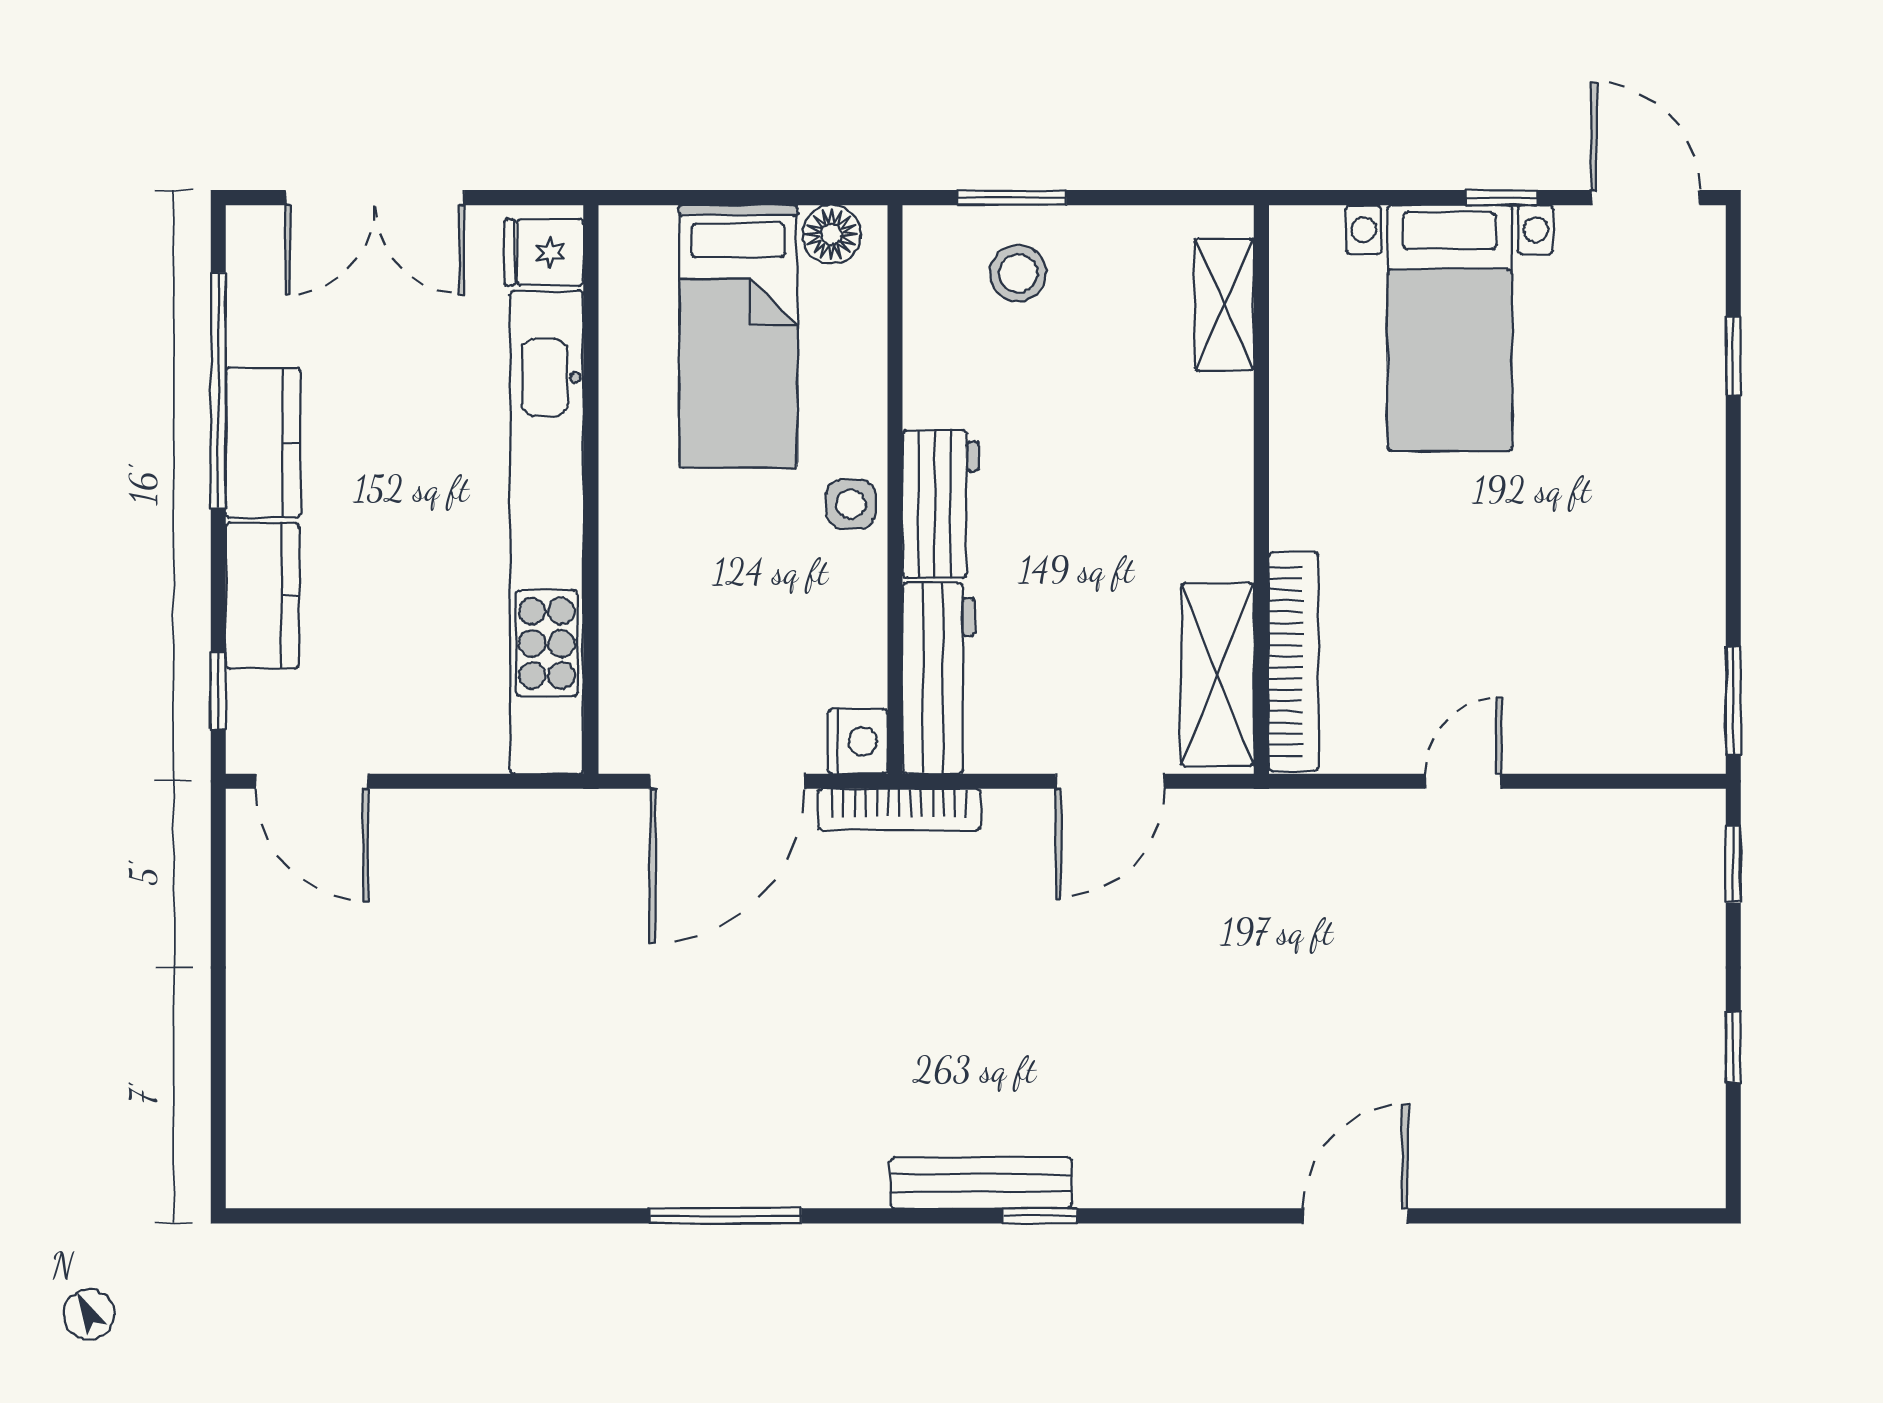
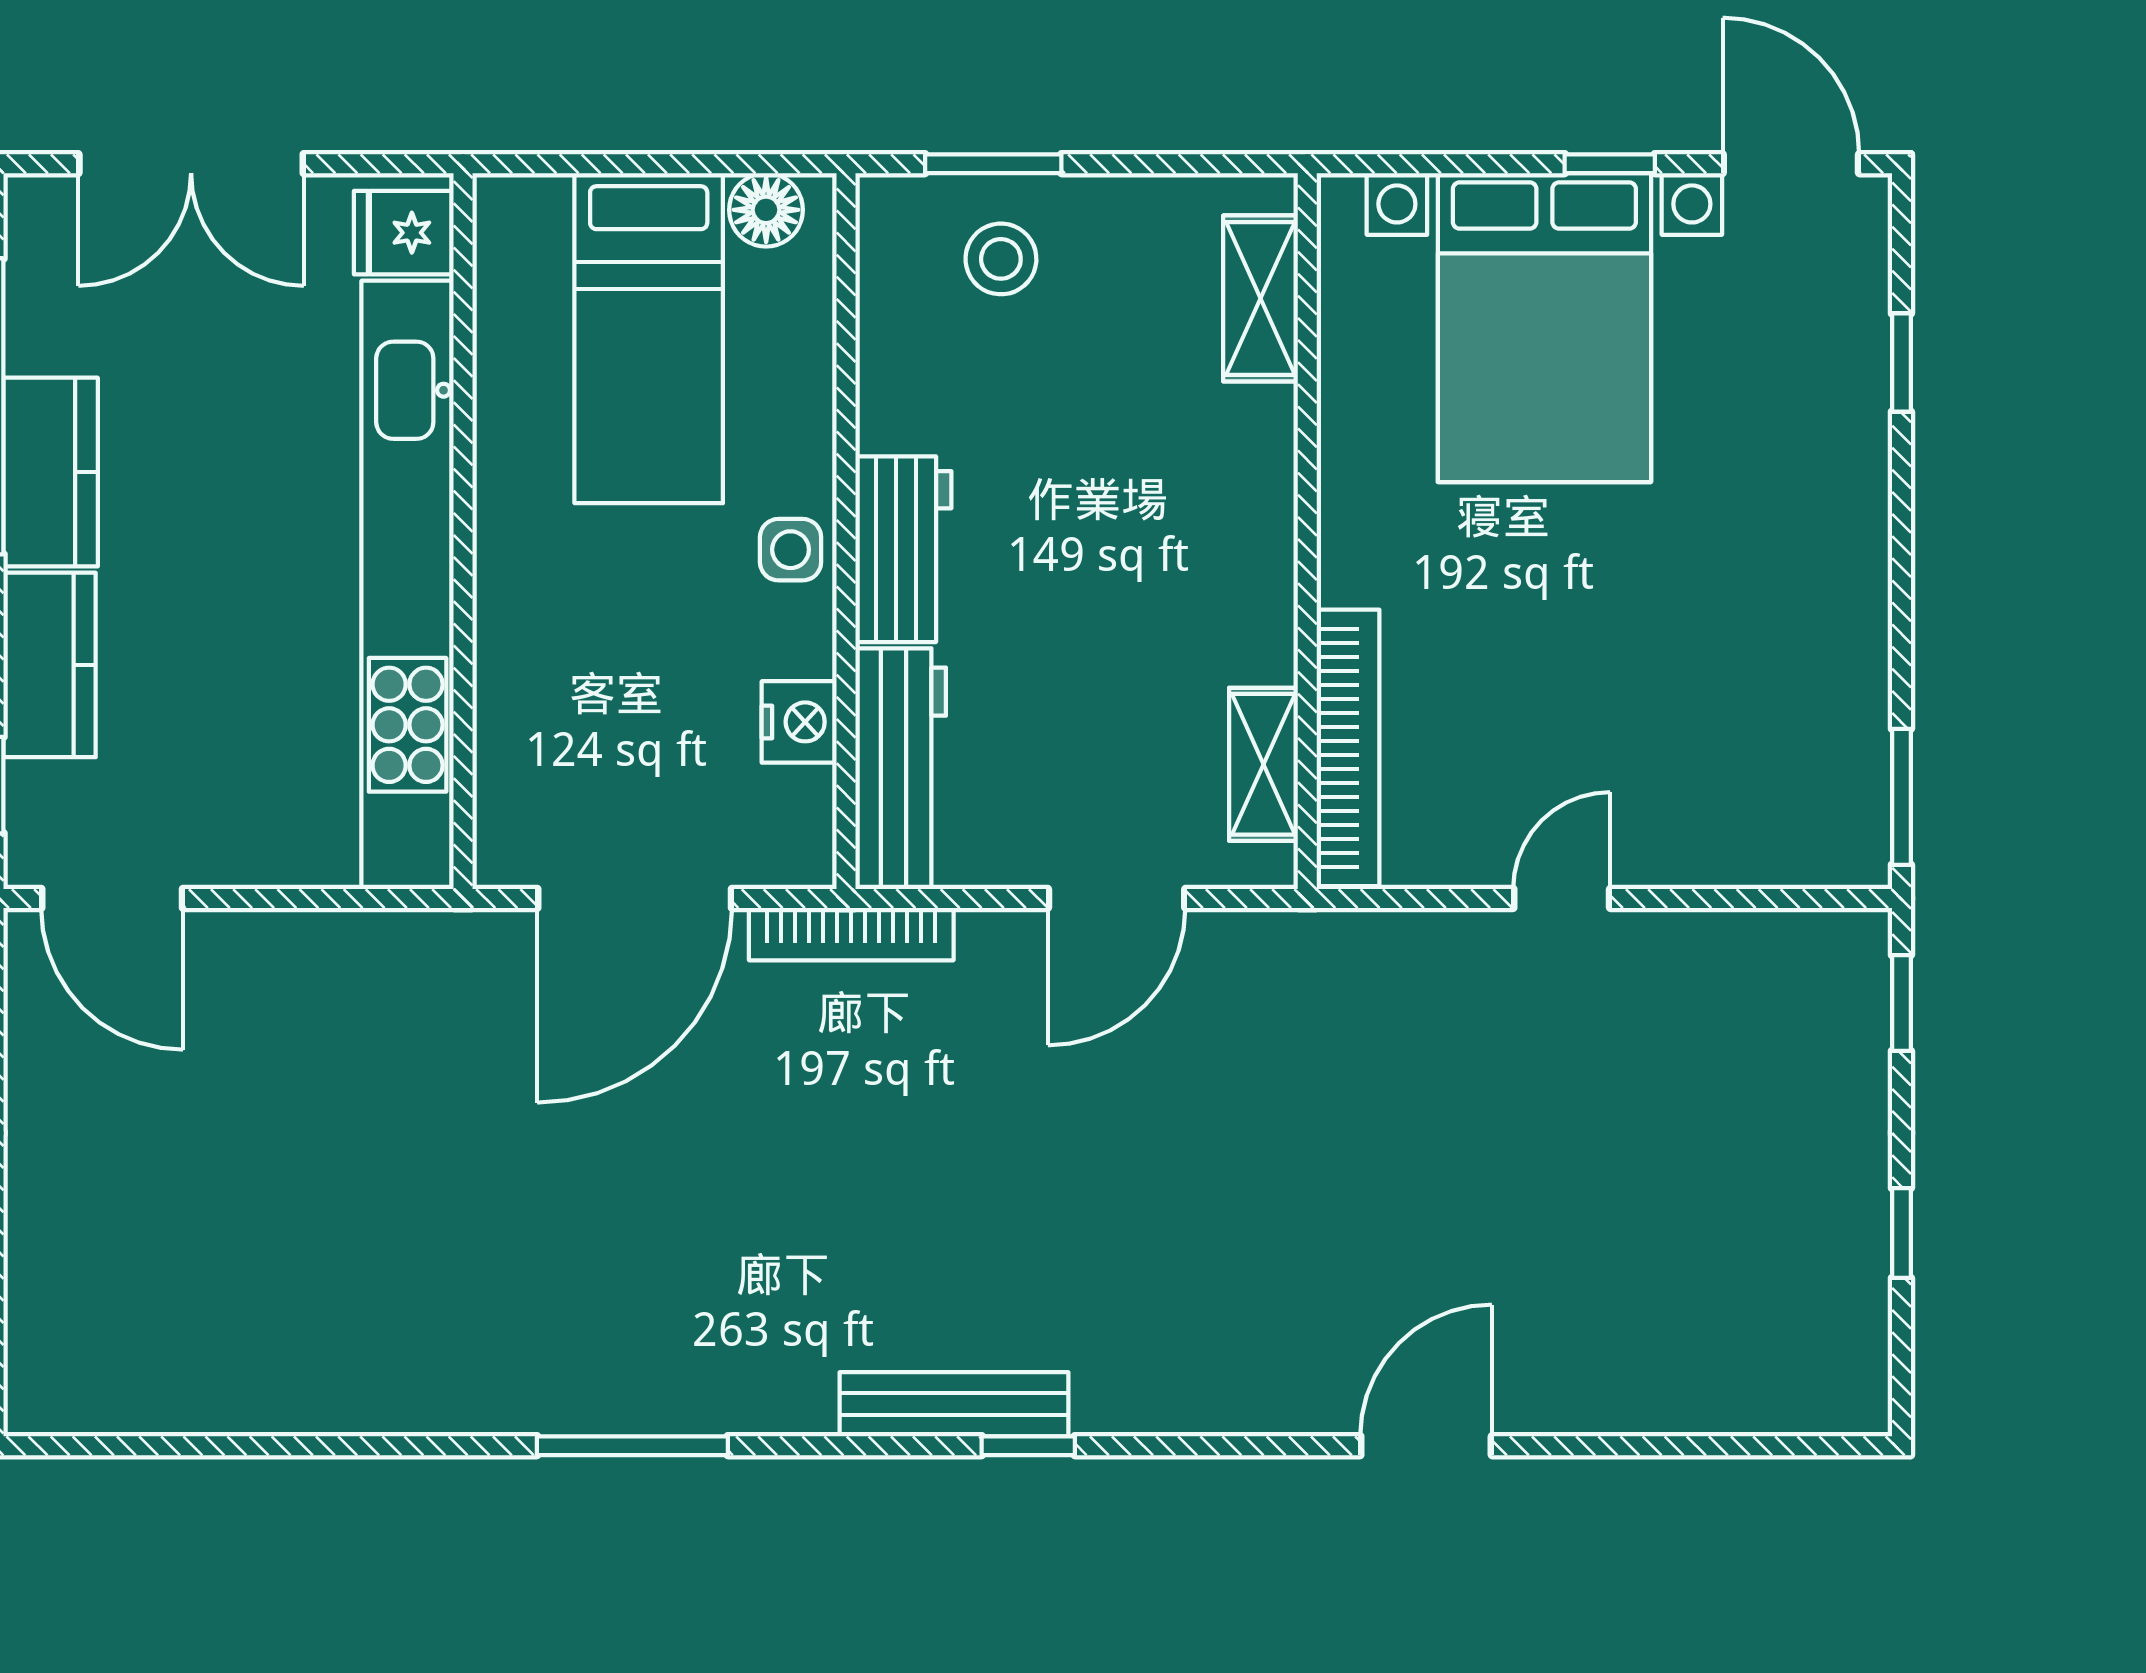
bed with nightstands: (1450, 328) -> (1544, 328), width x1.36
shelving: (1217, 675) -> (1263, 764), width x0.67, depth x0.75
nightstand: (858, 741) -> (799, 722), moved

